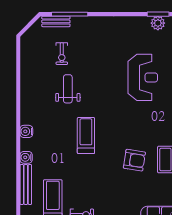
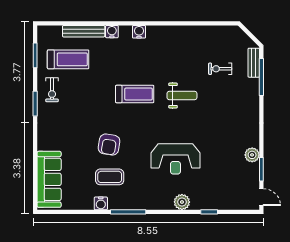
plant: (158, 23) -> (252, 155), moved
reception desk: (143, 77) -> (175, 159), moved
weight bench: (68, 89) -> (182, 95), moved

